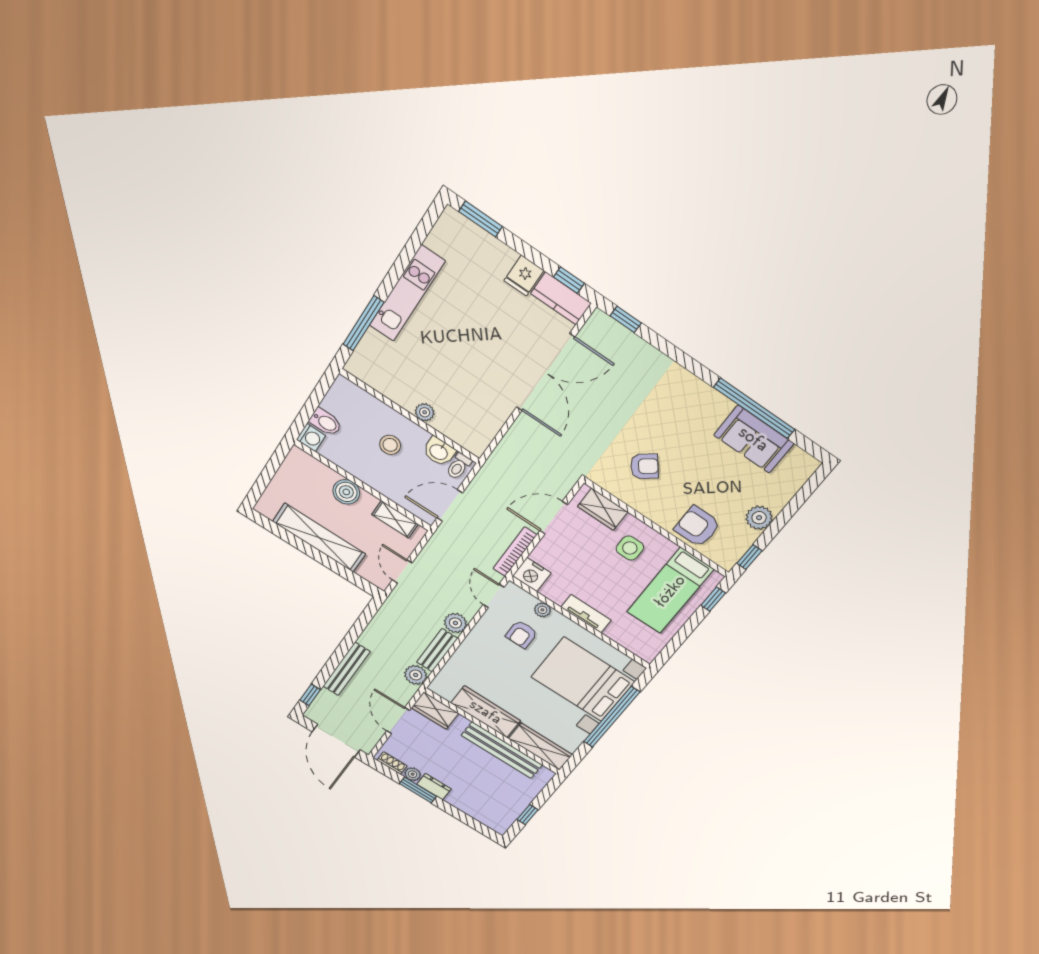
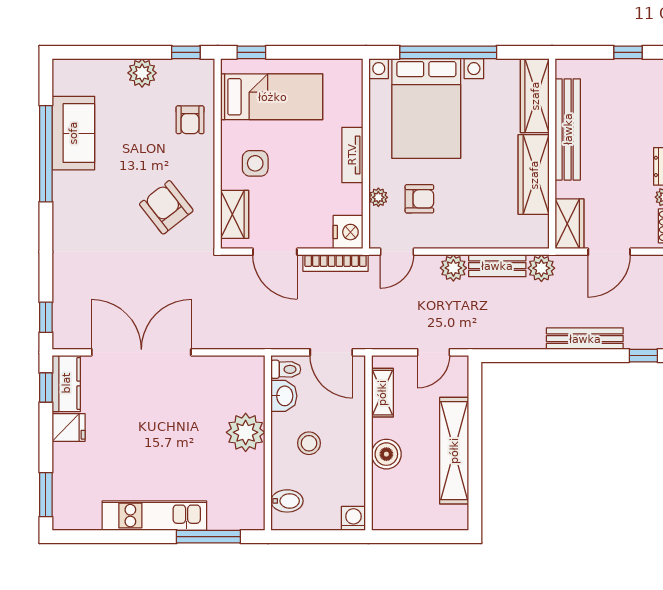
plant: (425, 412) -> (246, 432), width x1.88, depth x1.88
bidet: (326, 422) -> (287, 501), moved, turned 90
armchair: (645, 466) -> (166, 207), width x1.38, depth x1.38
armchair: (697, 526) -> (190, 120), width x0.72, depth x0.72

